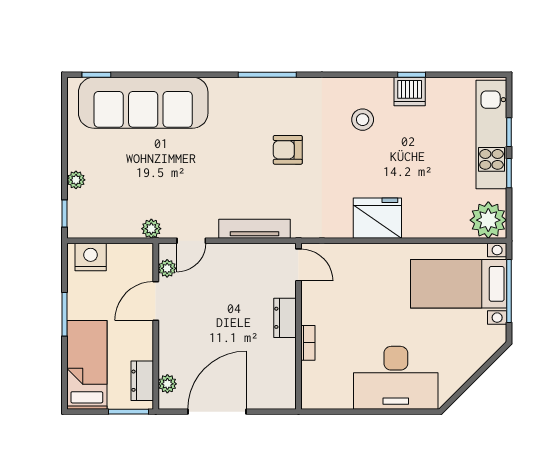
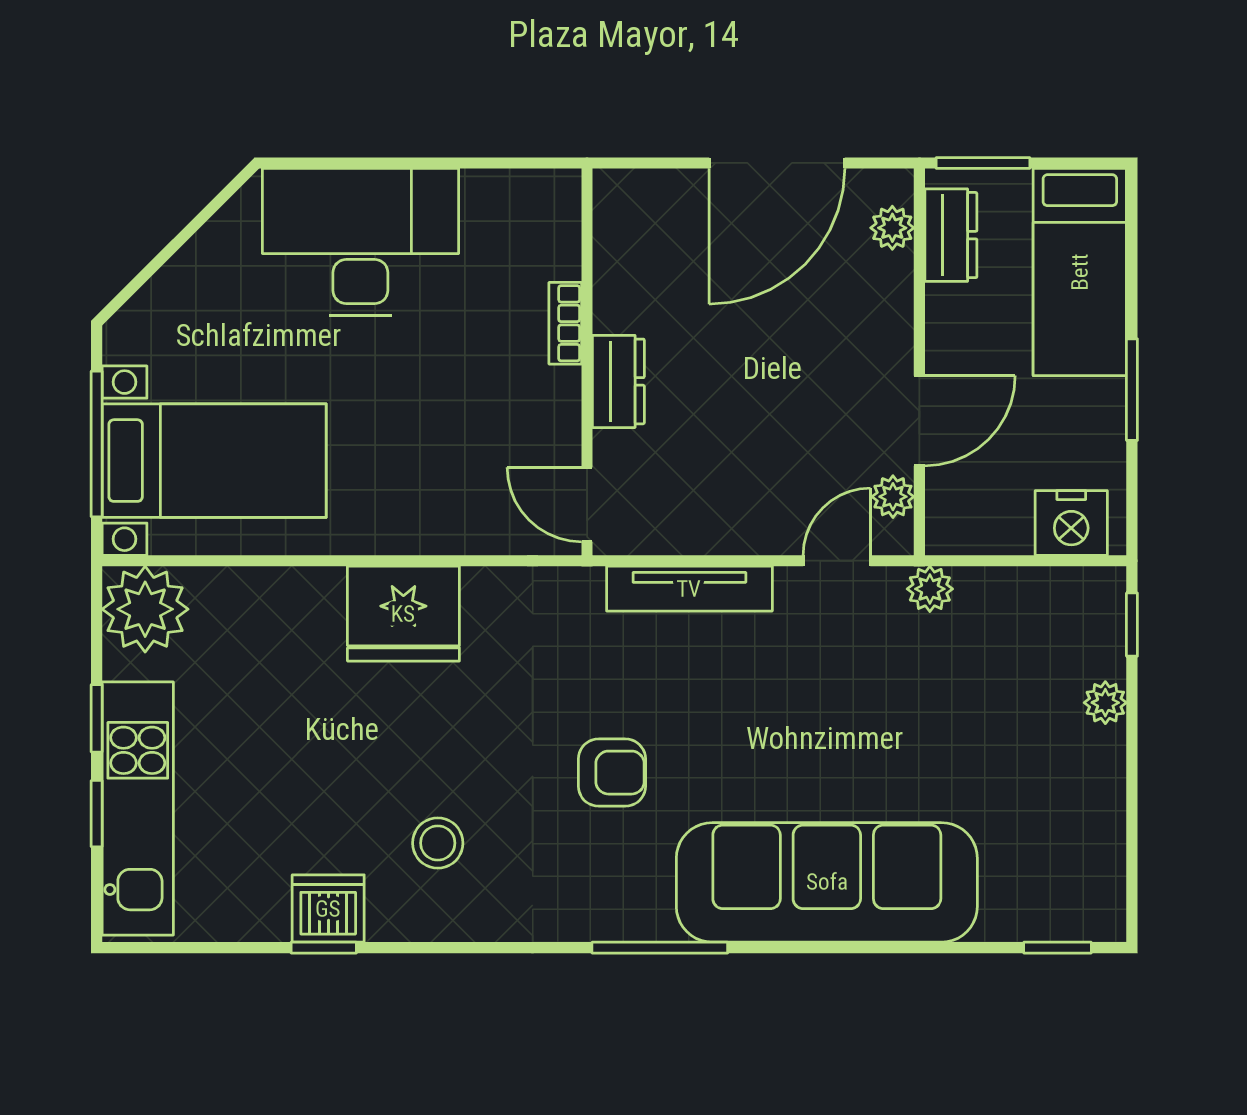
sofa: (143, 103) -> (827, 882), moved

